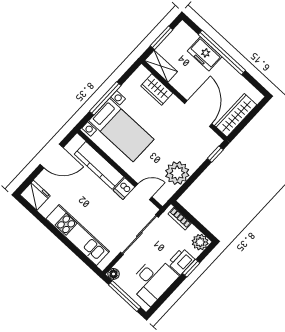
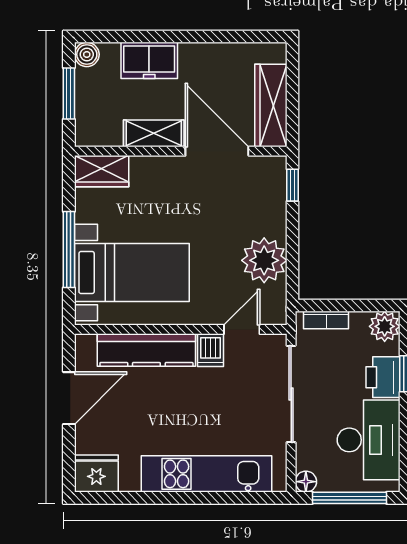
boiler: (183, 29) -> (87, 54), added
window: (222, 53) -> (171, 37), removed
shelving: (161, 66) -> (154, 133), moved
wardrobe: (157, 89) -> (102, 171), moved

